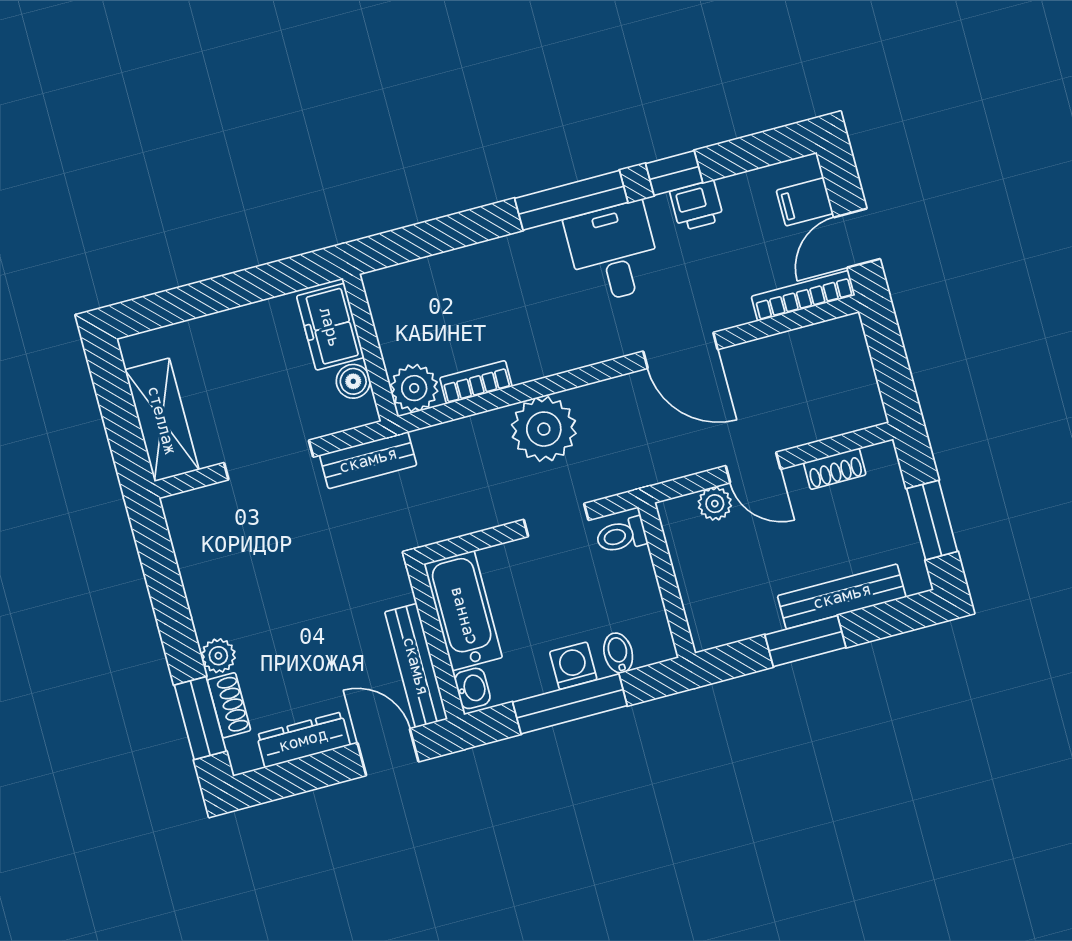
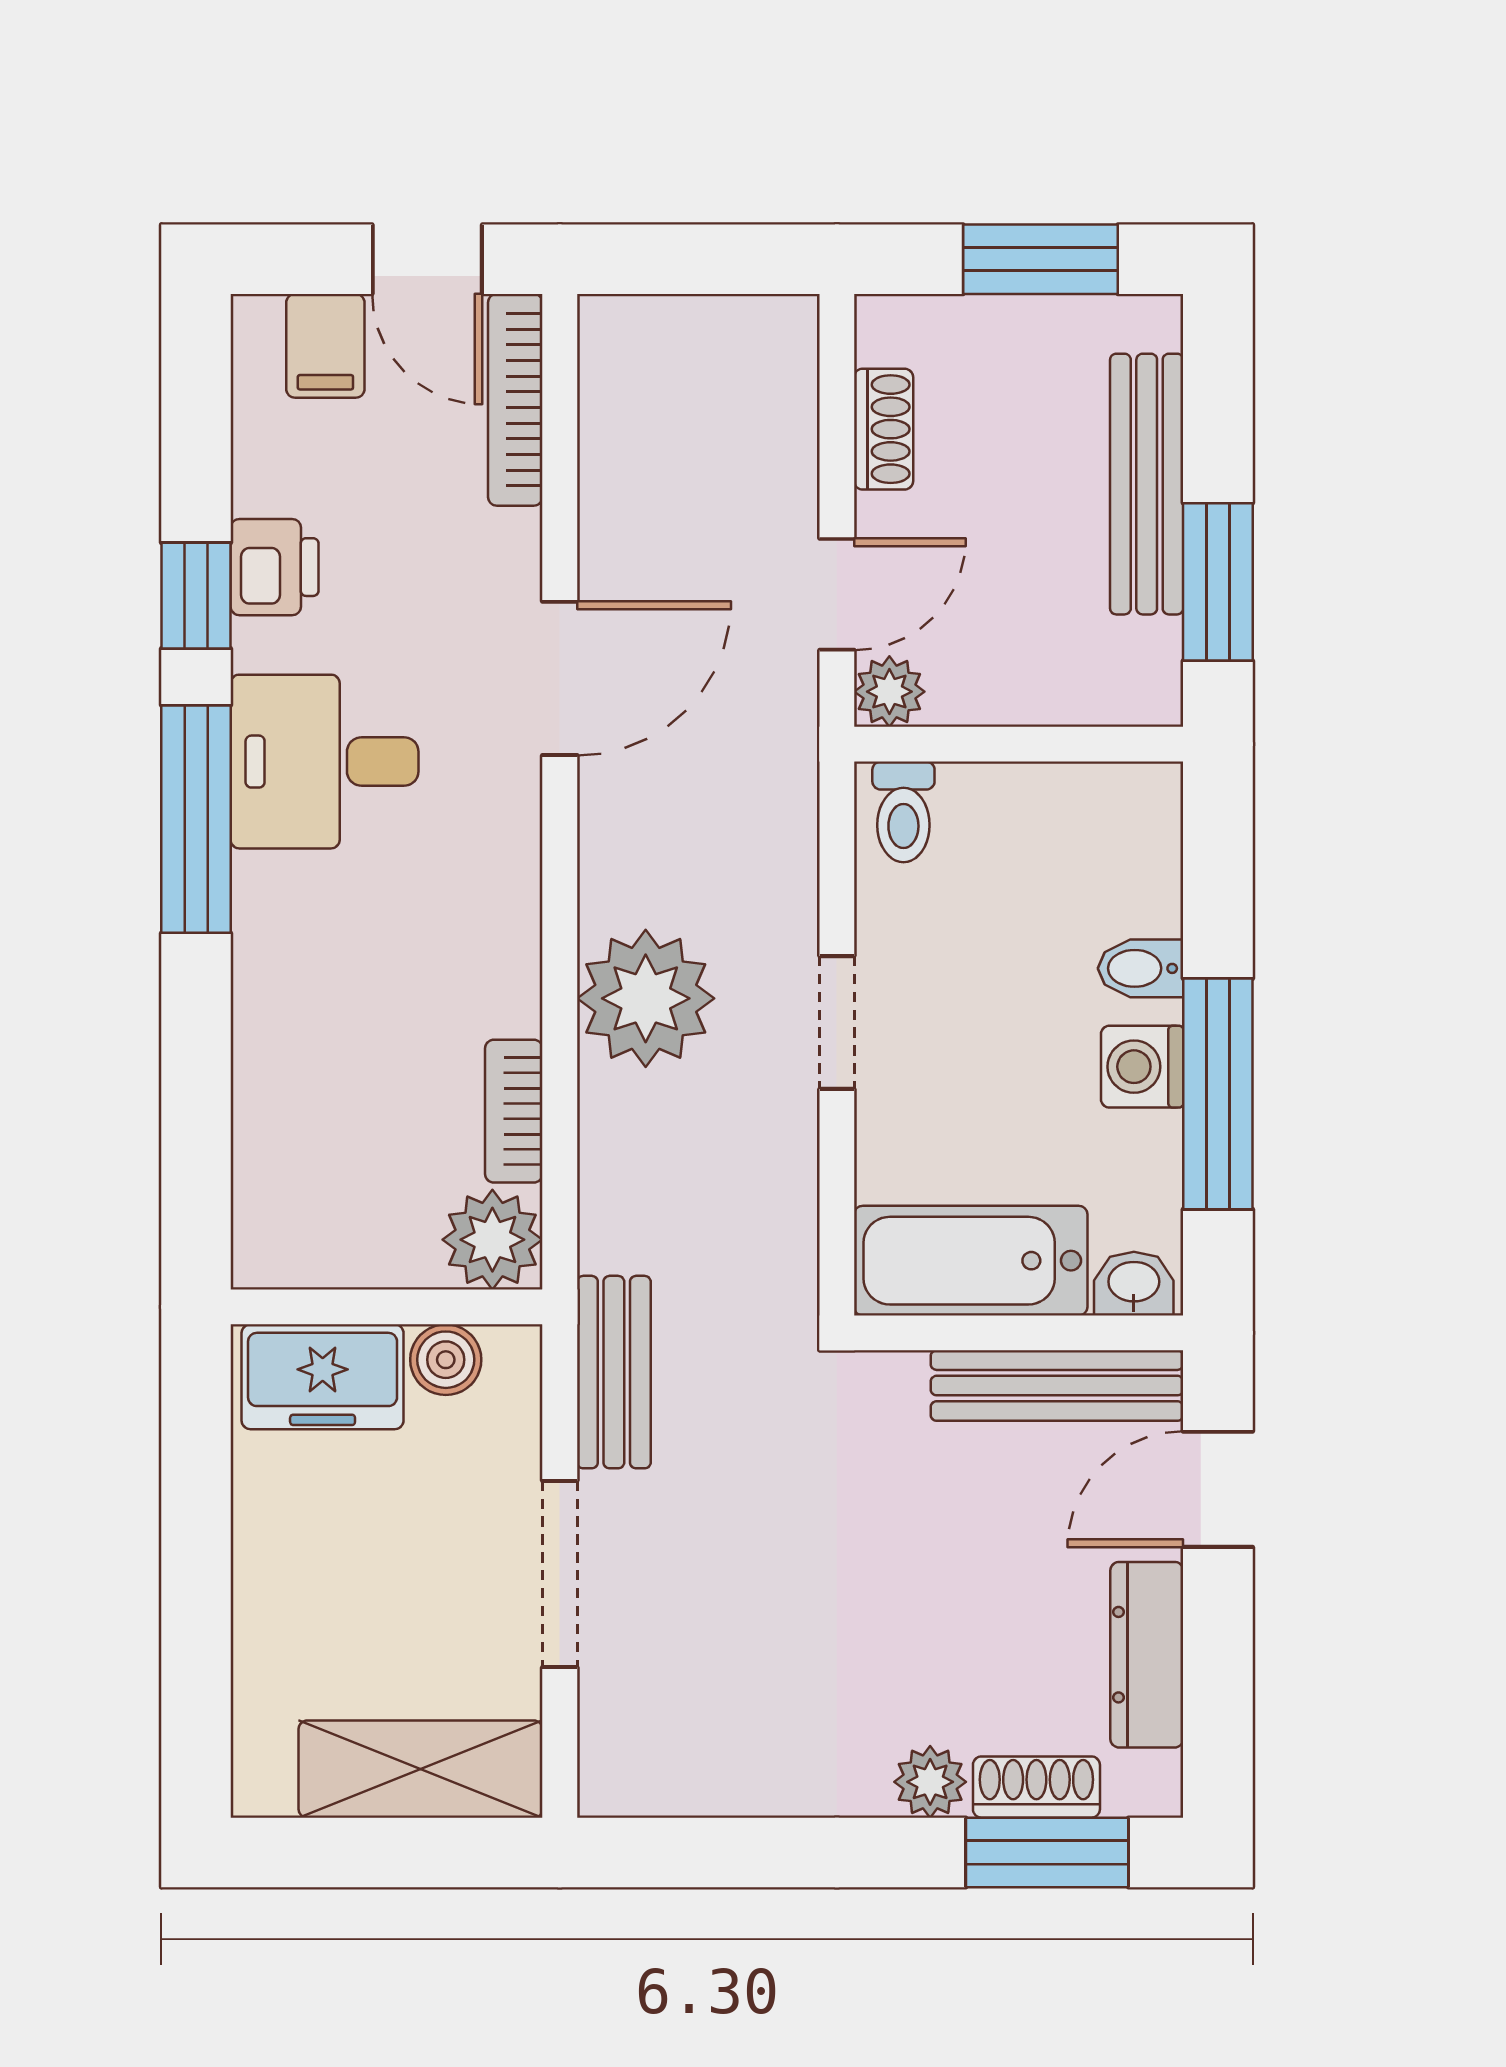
toilet: (621, 535) -> (903, 812), moved
wall: (667, 580) -> (1019, 744), moved

